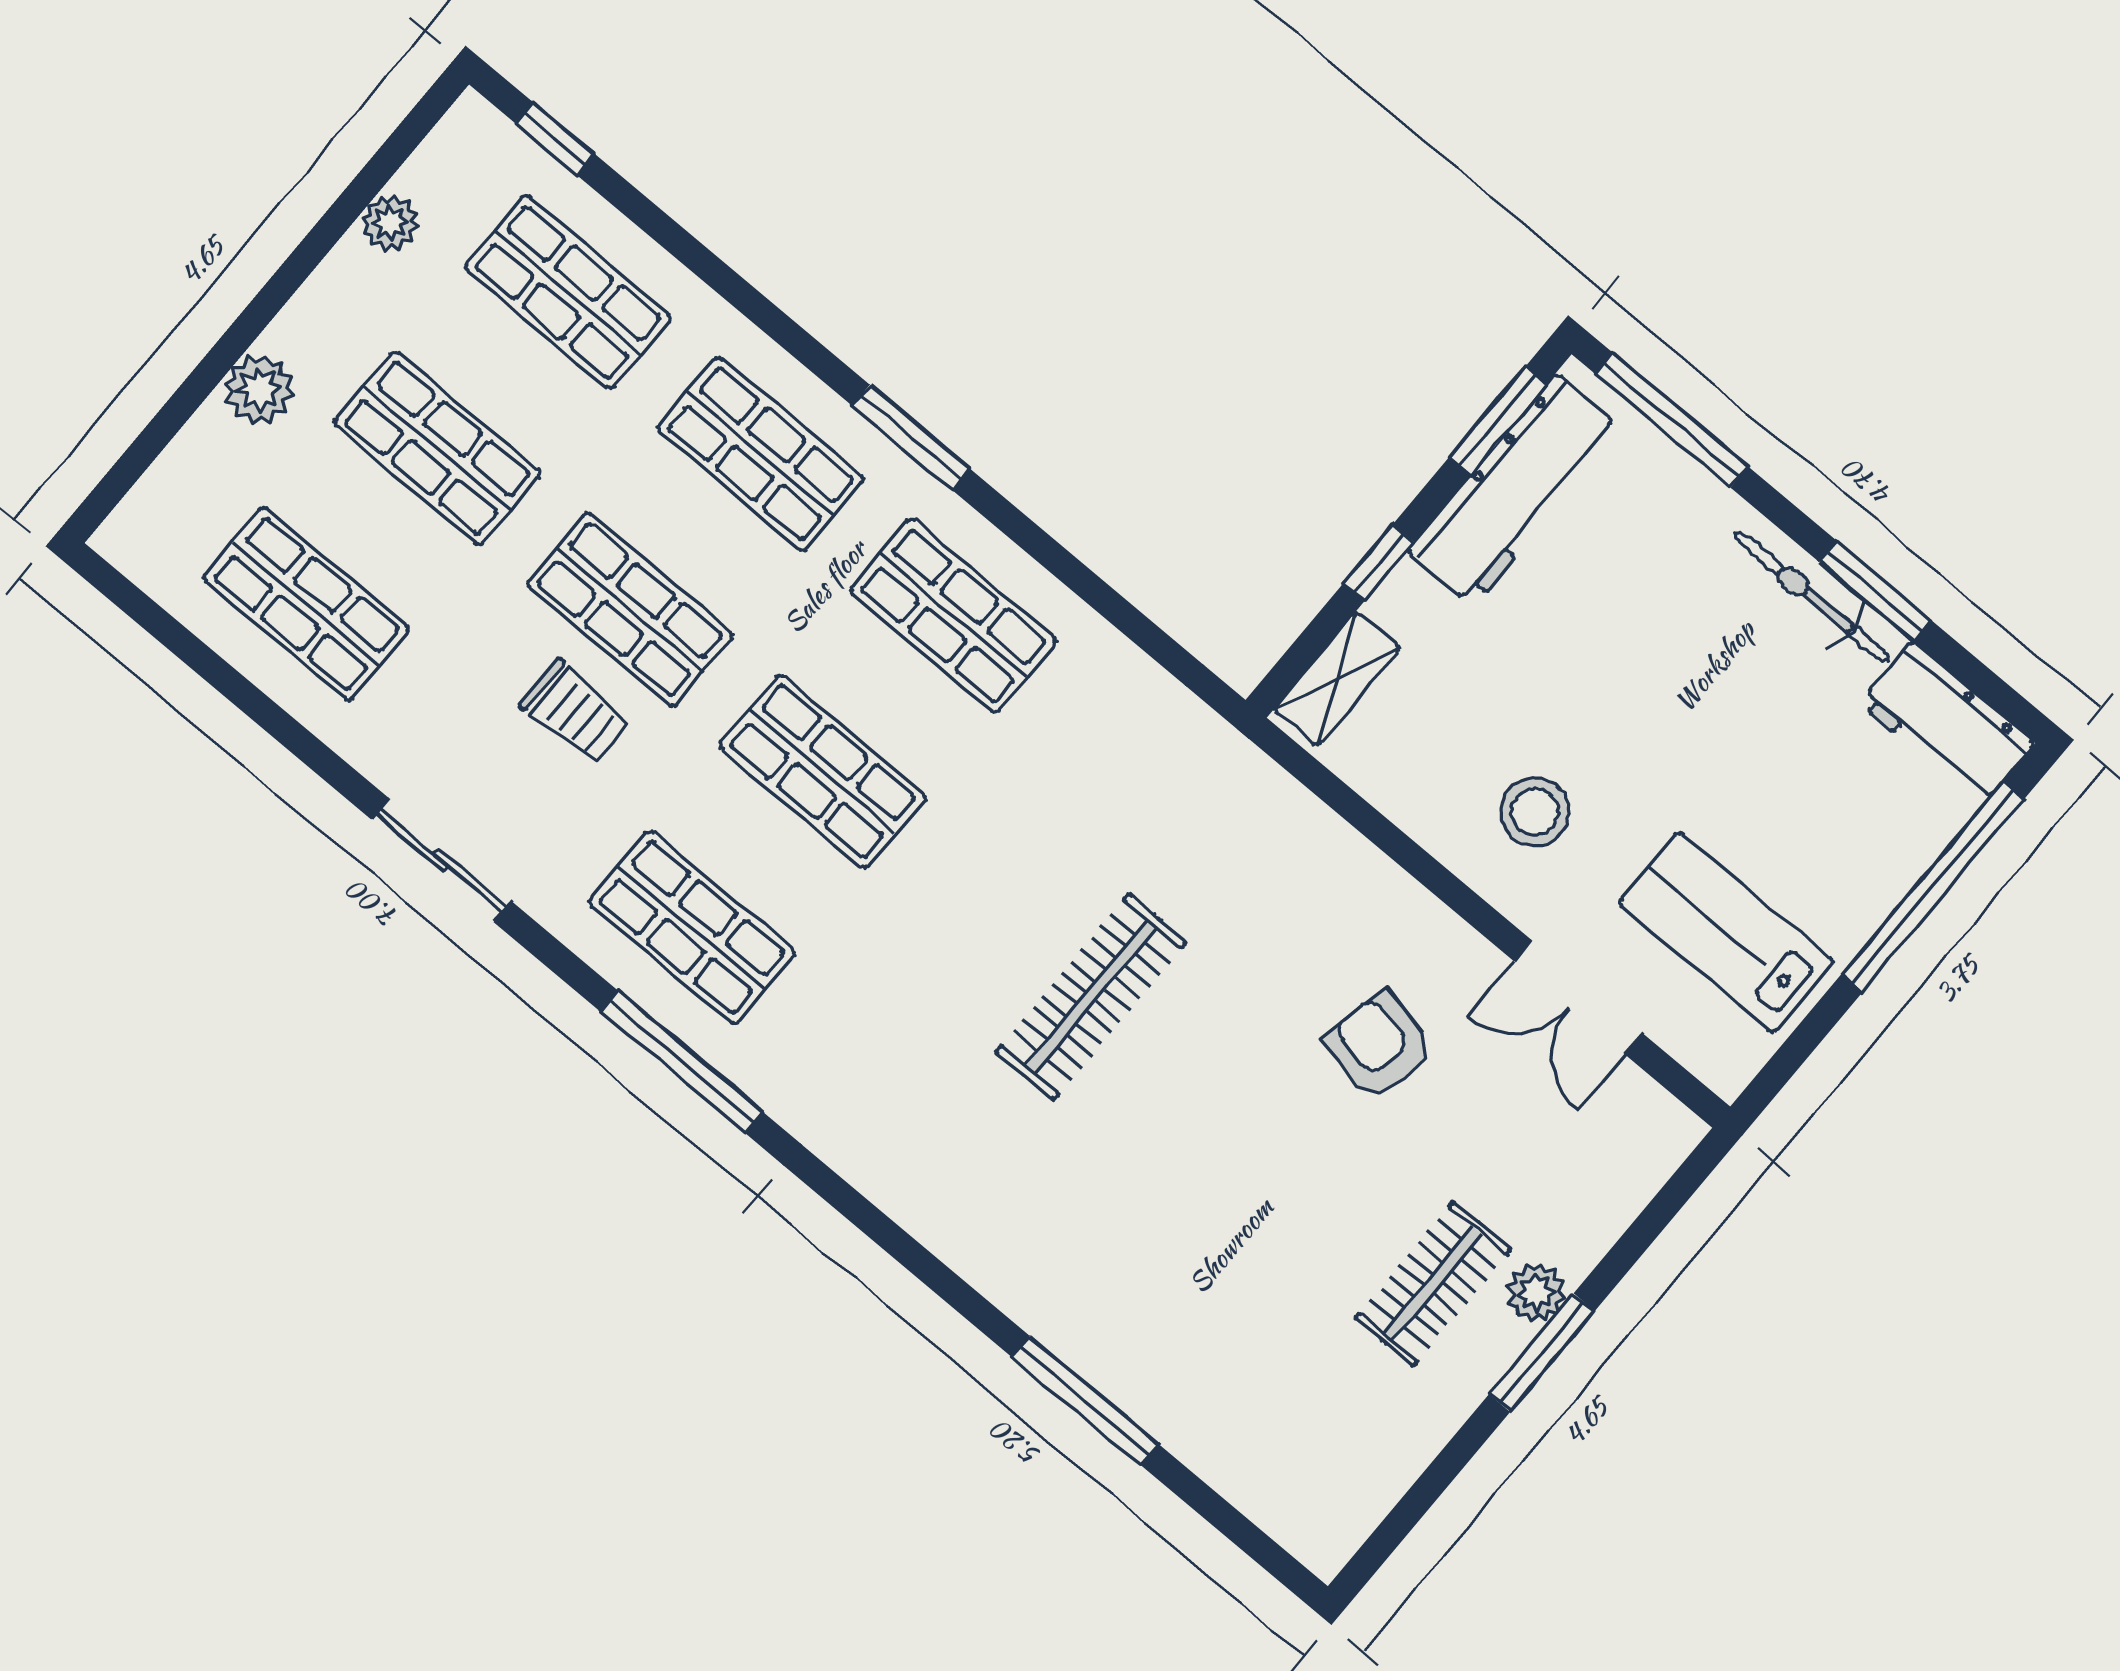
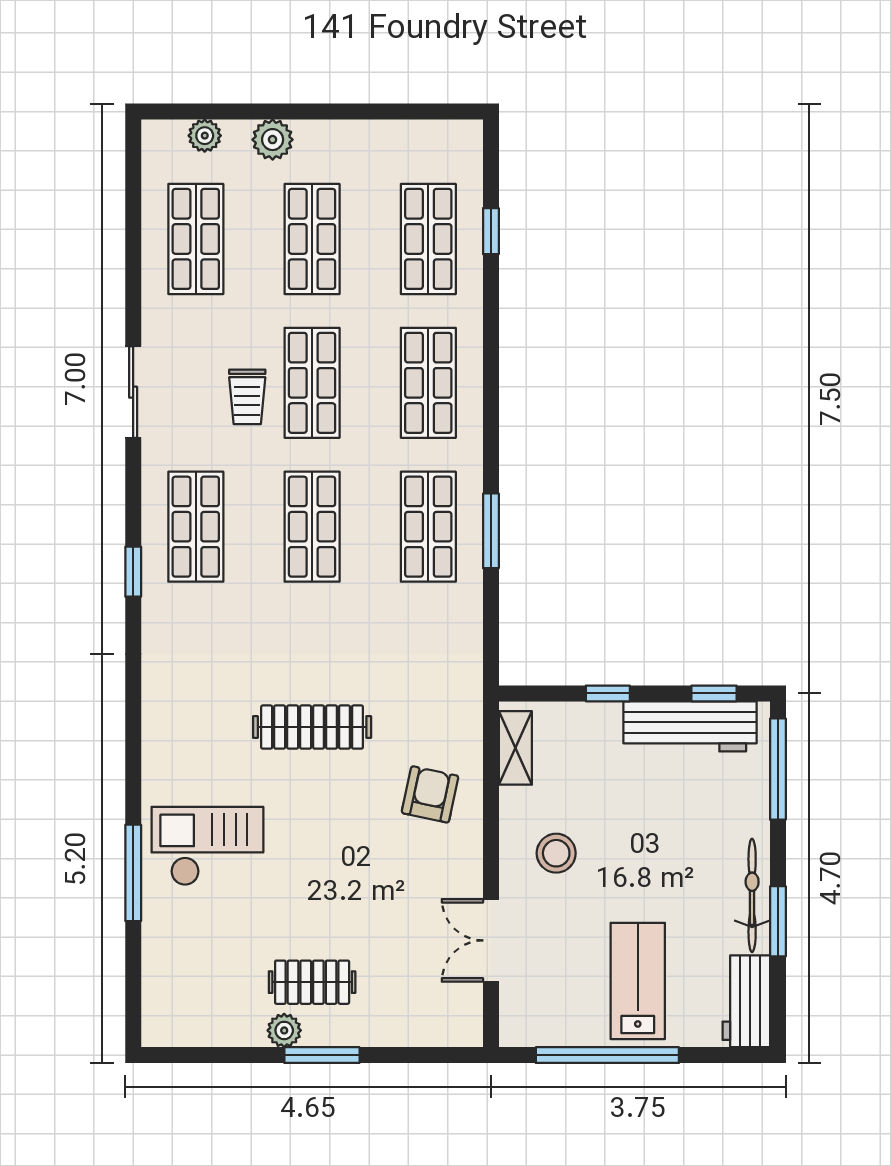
window: (555, 138) -> (491, 231), moved
plant: (390, 223) -> (205, 136), moved
window: (1498, 420) -> (714, 693), width x0.67
window: (911, 437) -> (491, 531), moved
shelving: (1337, 679) -> (515, 748), moved, turned 90
window: (1933, 887) -> (607, 1055), moved
lab bench: (1726, 932) -> (638, 981), moved
armchair: (1379, 1046) -> (430, 794), moved
window: (682, 1062) -> (133, 572), width x0.46
checkout: (1133, 1271) -> (207, 846), added
plant: (1536, 1293) -> (284, 1030), moved

